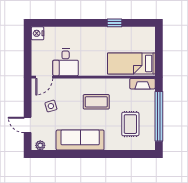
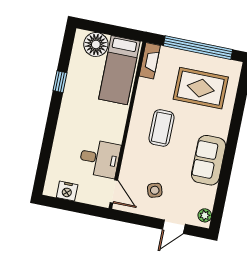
nightstand: (38, 33) -> (67, 191), moved
floor lamp: (146, 43) -> (96, 44), added
rug: (130, 124) -> (201, 88), width x1.36, depth x1.43
sofa: (80, 140) -> (209, 160), width x0.73

